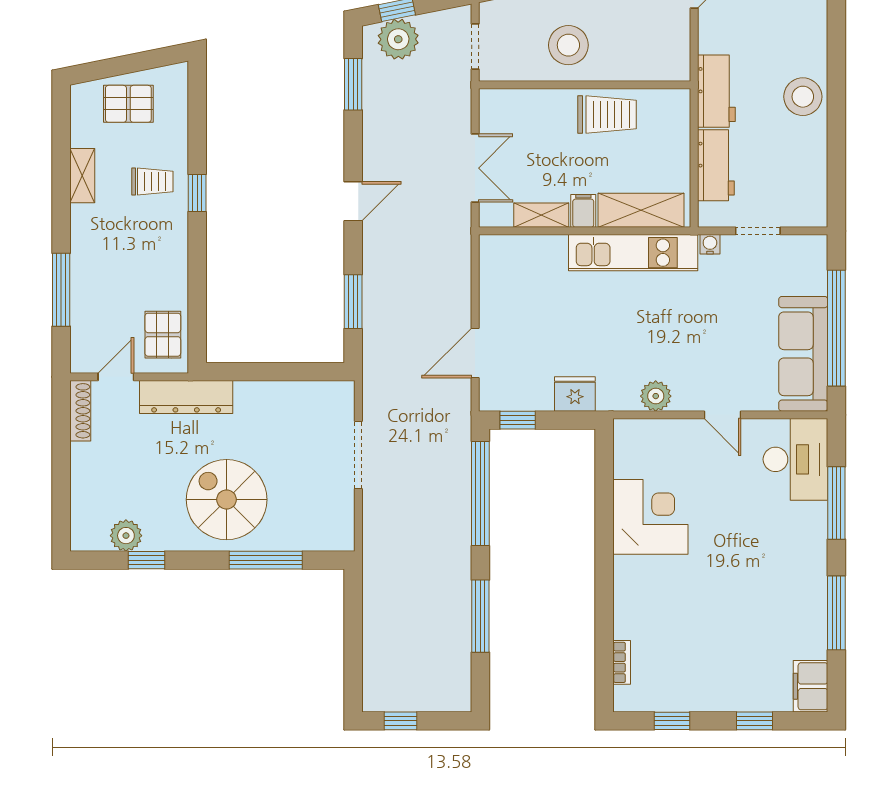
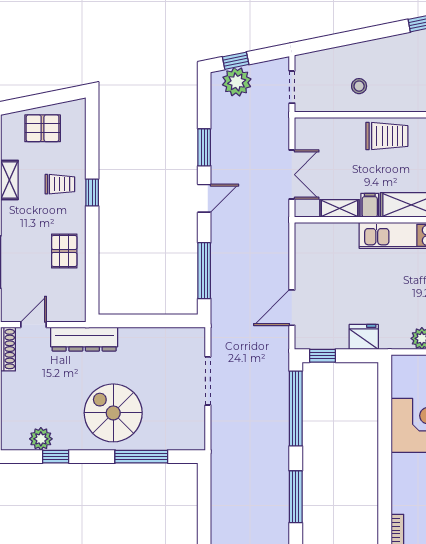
stool: (568, 45) -> (359, 86), width x0.53, depth x0.53
window: (353, 84) -> (204, 147), moved
window: (353, 302) -> (204, 271), width x1.44
pallet: (163, 335) -> (64, 251), moved

